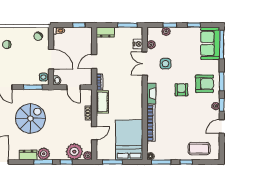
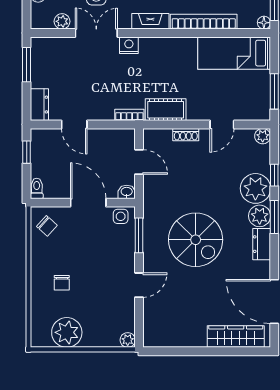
nightstand: (138, 44) -> (129, 45), moved
door: (51, 59) -> (88, 203), hinge flipped
door: (94, 62) -> (74, 124), moved
double door: (145, 64) -> (96, 33), swing flipped
door: (74, 87) -> (139, 162), hinge flipped
spiral stairs: (30, 118) -> (196, 240), turned 180
door: (94, 133) -> (222, 124), swing flipped
bed: (129, 140) -> (234, 53), width x0.67
plant: (74, 152) -> (255, 188), moved

